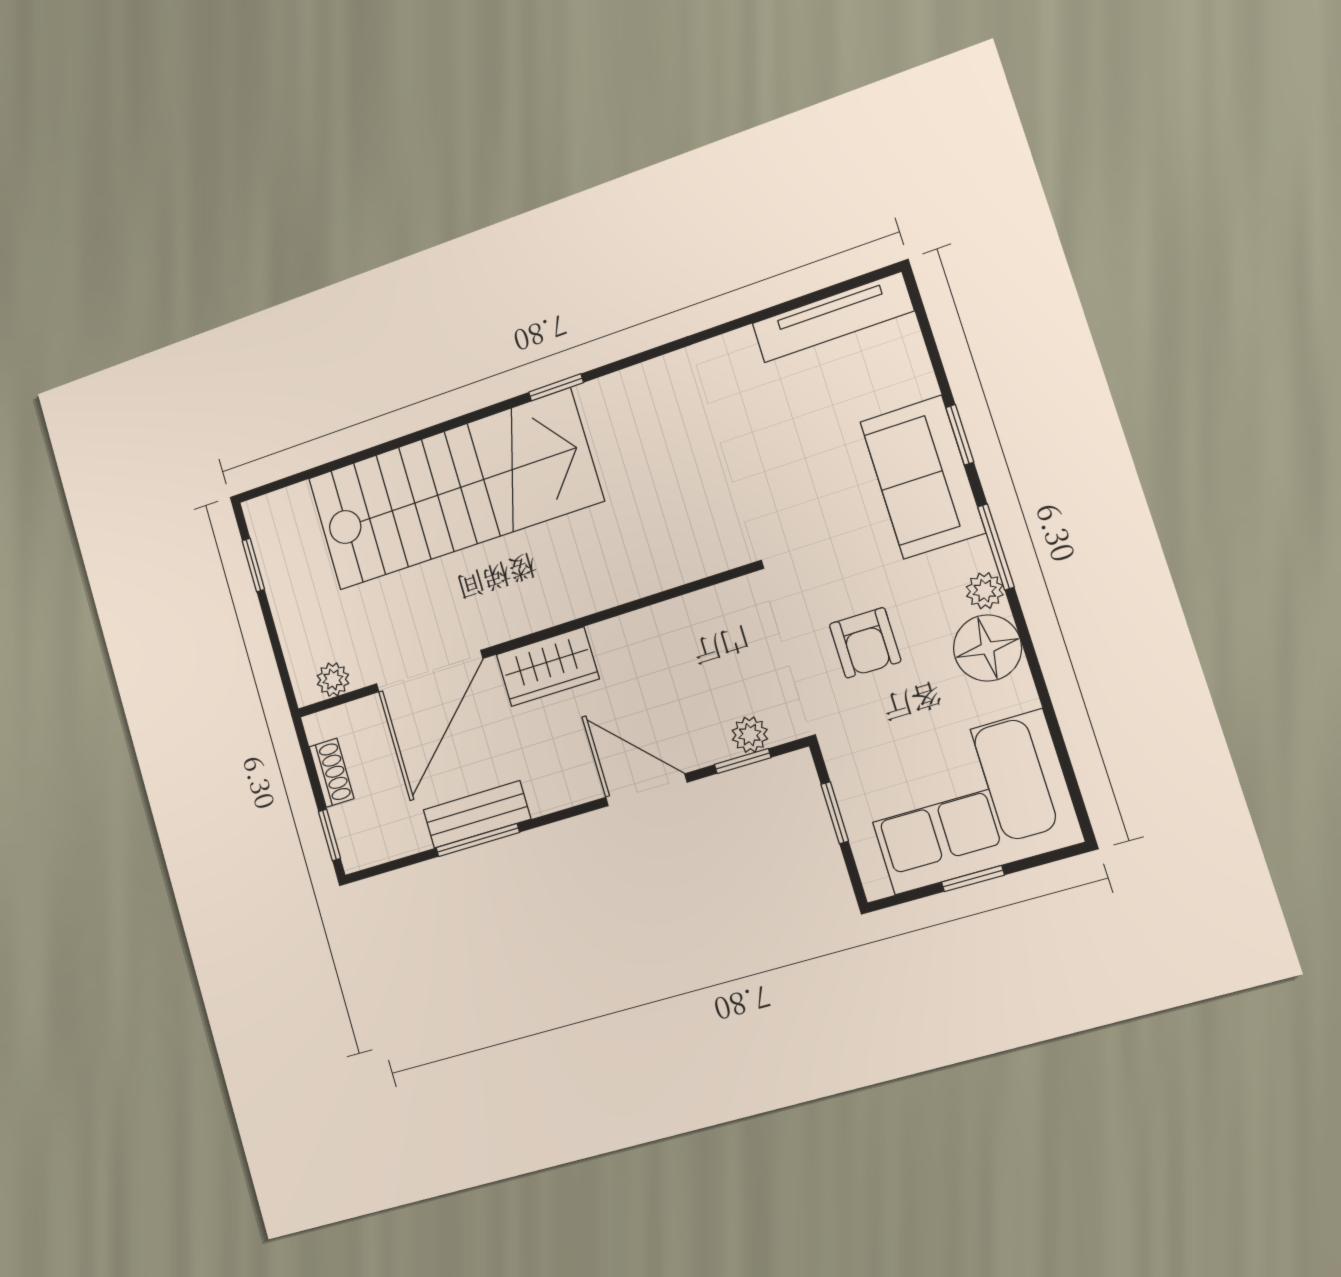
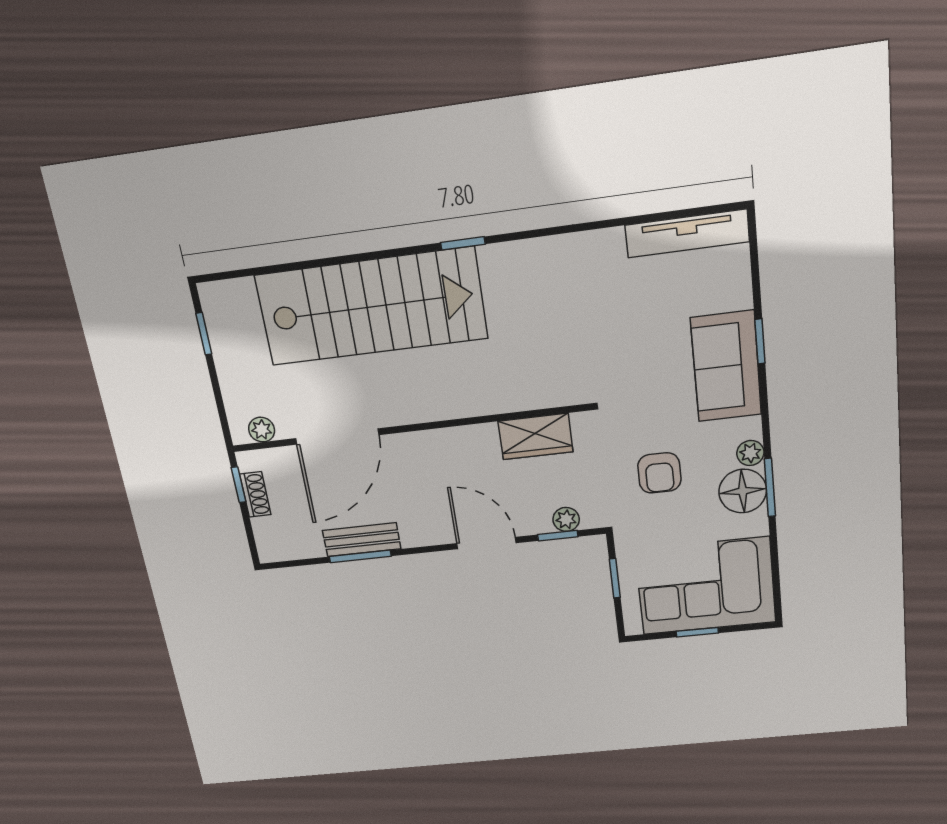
window: (996, 547) -> (770, 488), moved
wardrobe: (548, 667) -> (536, 436), moved
window: (330, 835) -> (239, 485), moved

